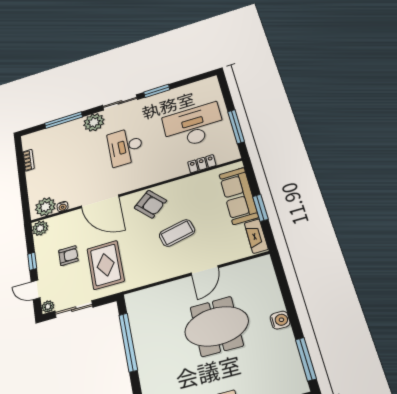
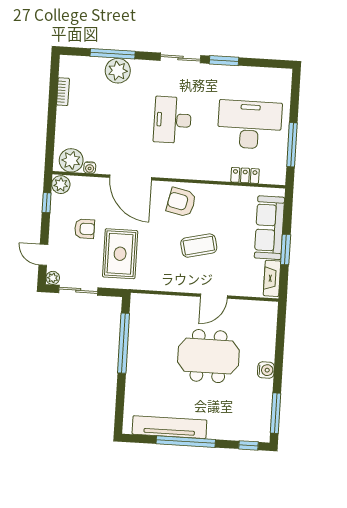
plant: (94, 122) -> (118, 71), moved
armchair: (150, 204) -> (181, 202), turned 143
window: (32, 261) -> (47, 203), moved

